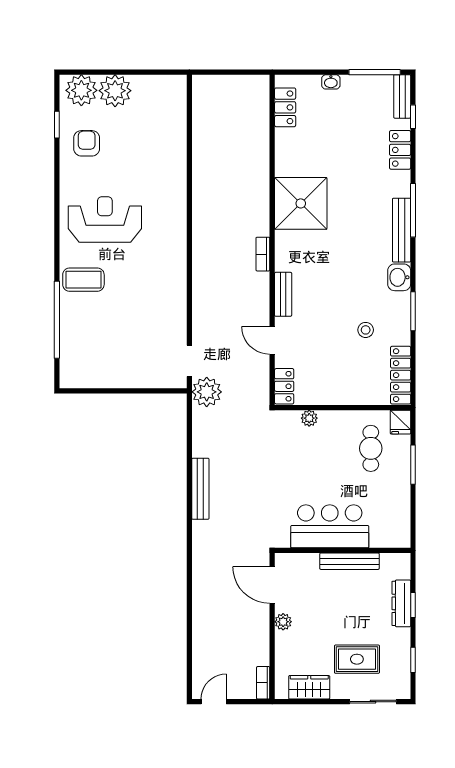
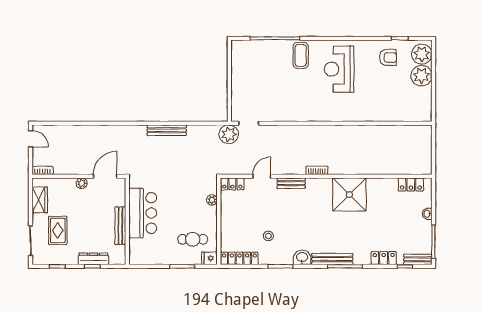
reception desk: (105, 220) -> (339, 69), turned 180

